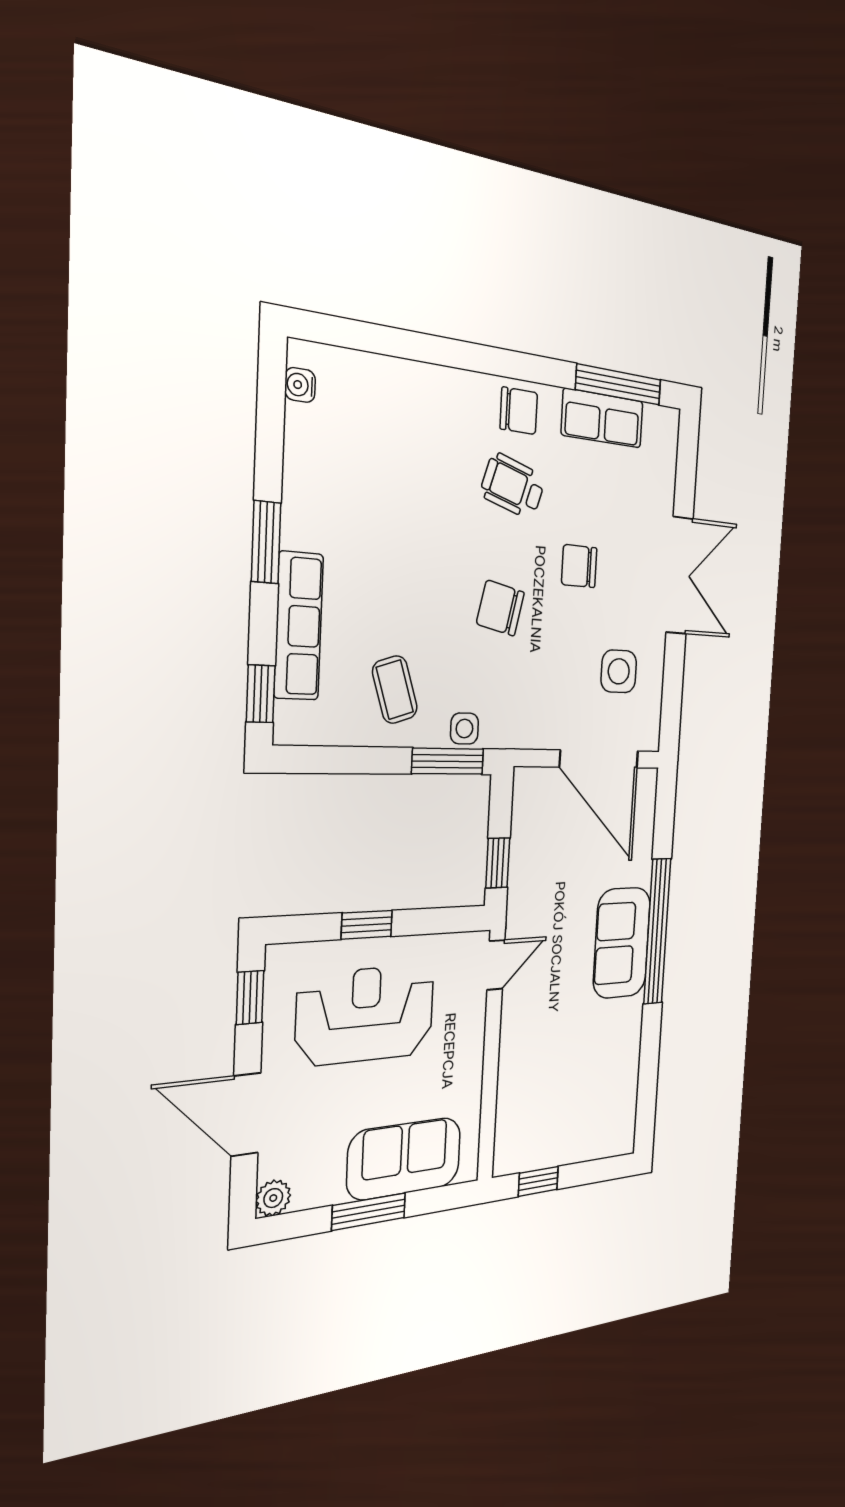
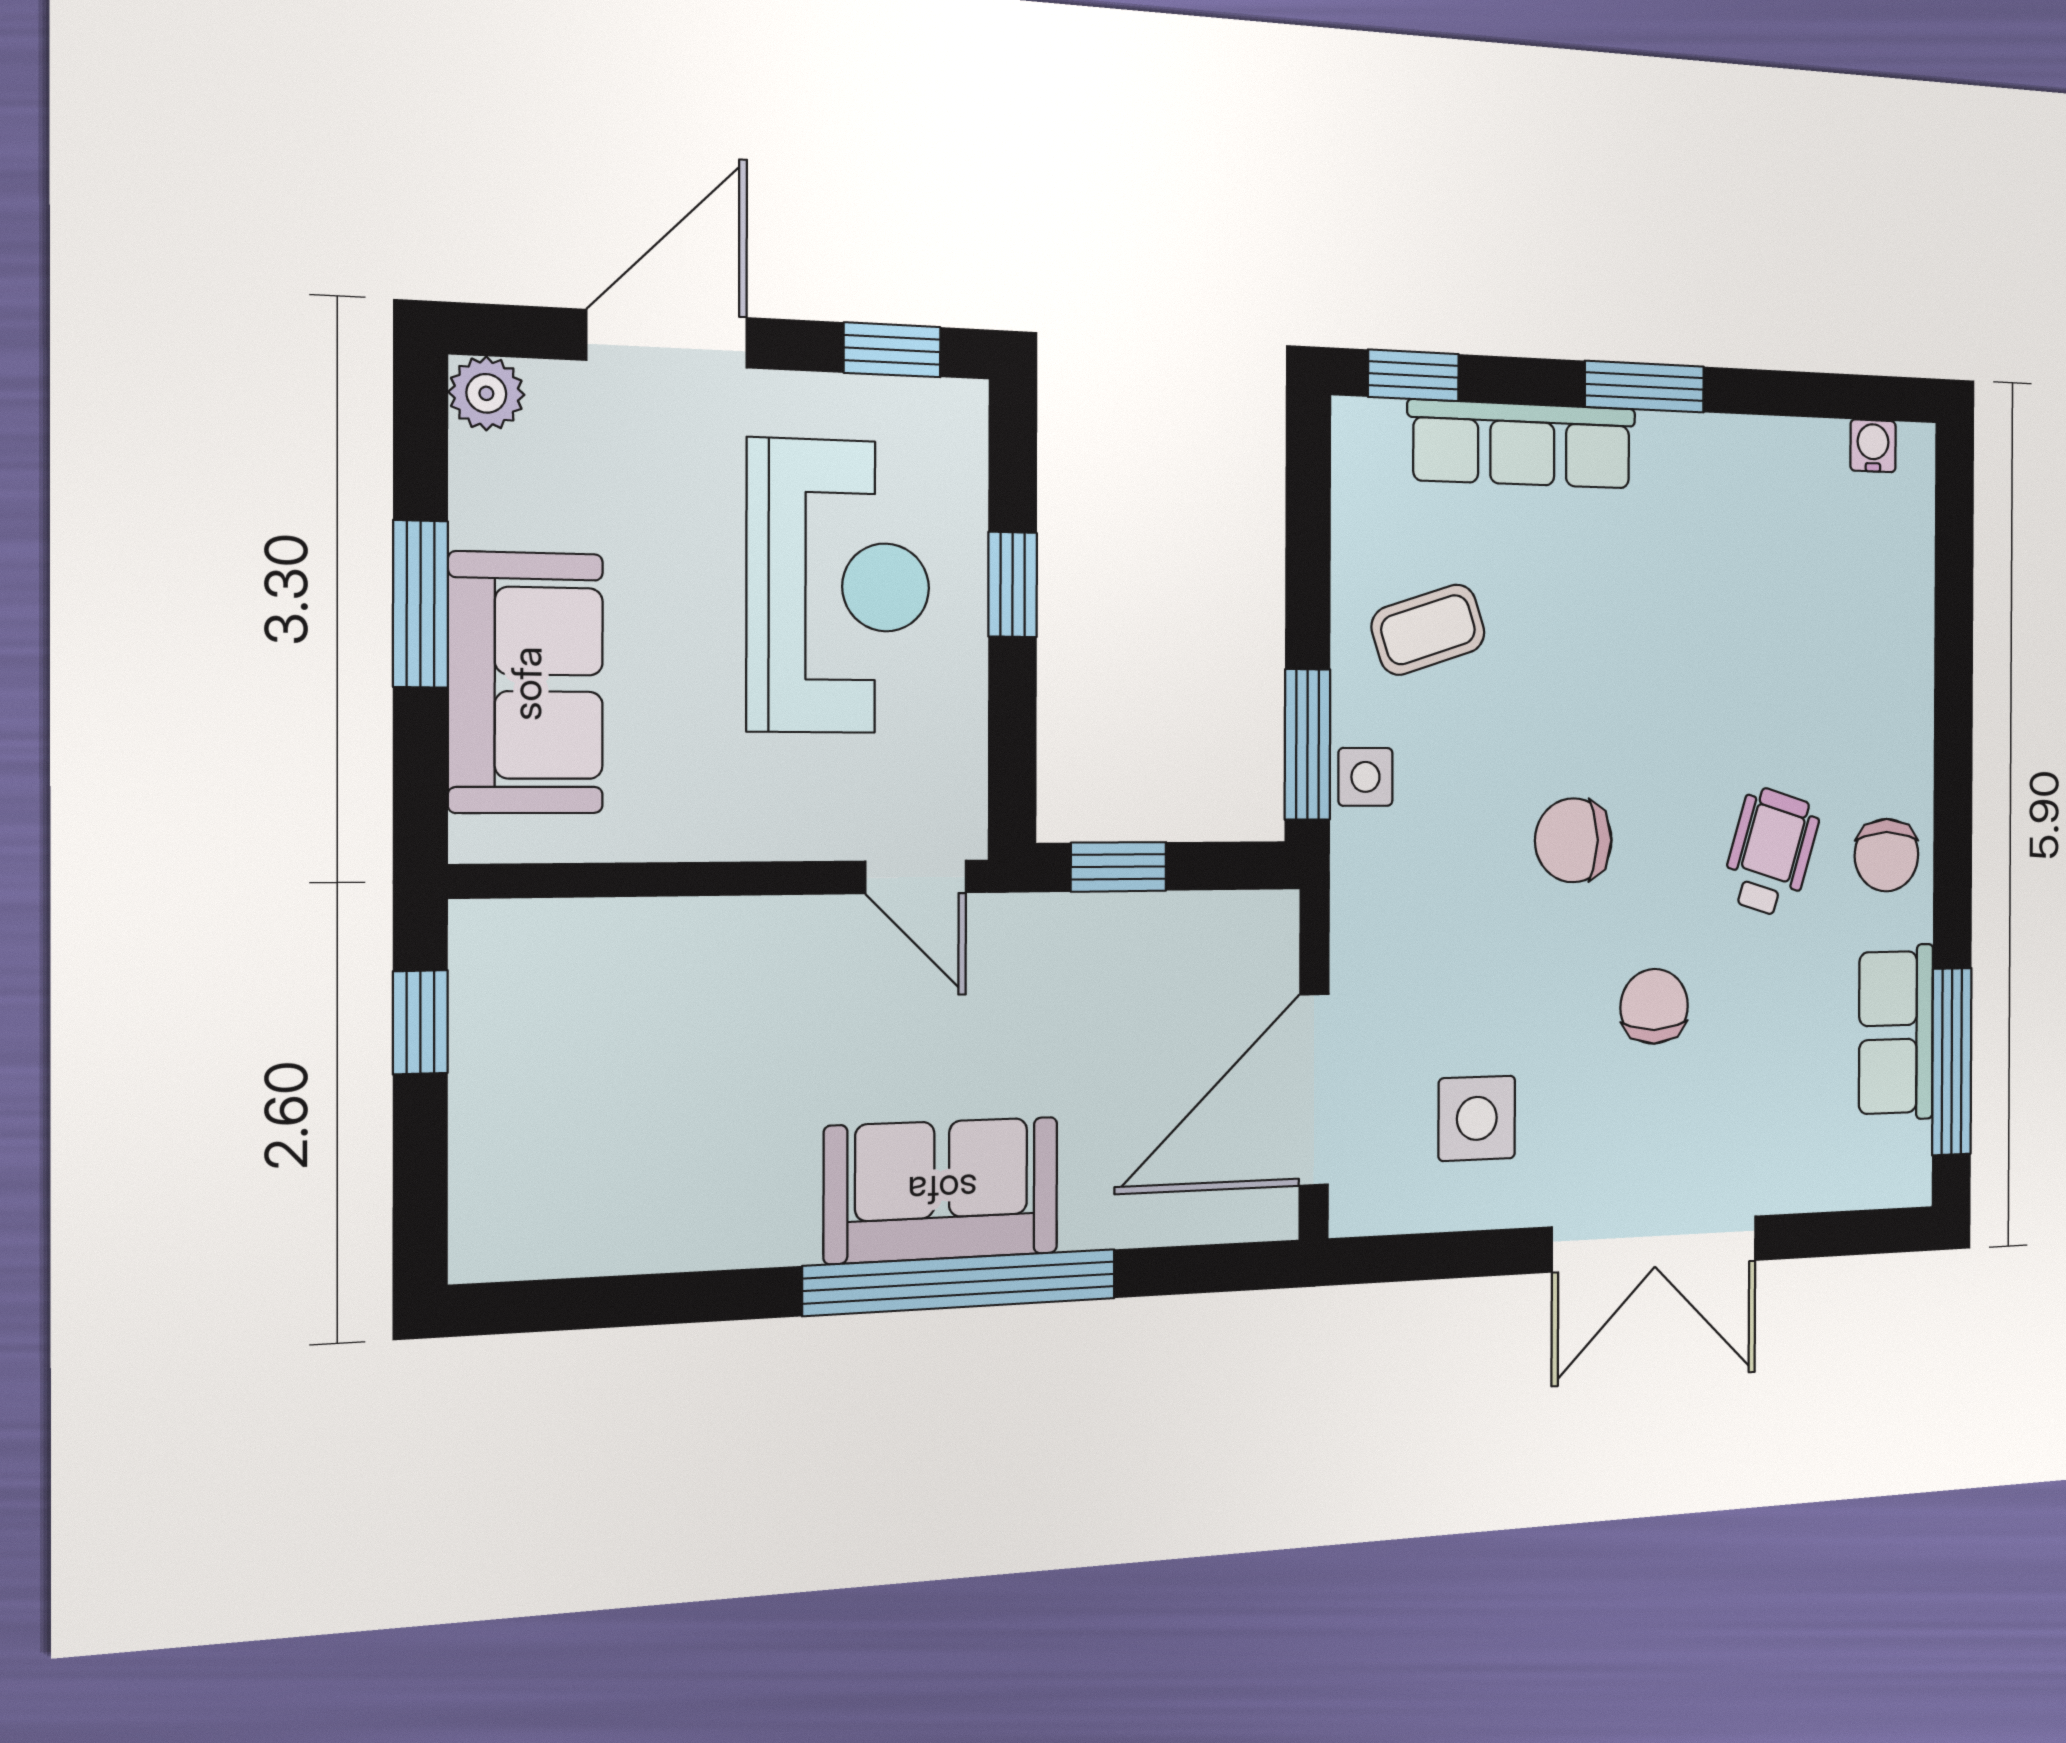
chair: (500, 608) -> (1573, 840), turned -102

